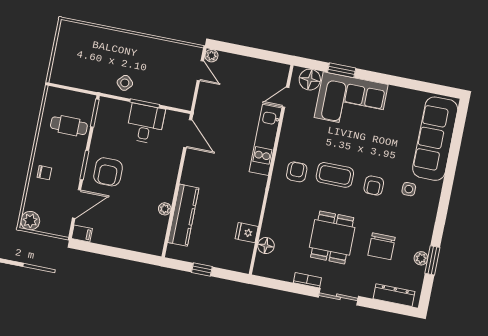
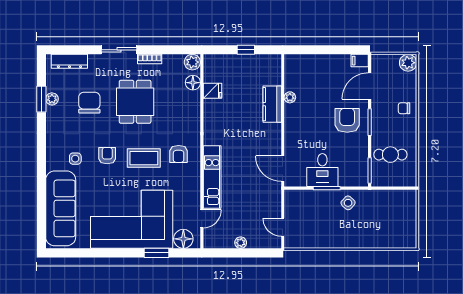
plant: (211, 56) -> (241, 243), moved
corner sofa: (351, 101) -> (132, 219), width x1.36, depth x1.36
kitchen counter: (183, 215) -> (272, 104), width x0.67
plant: (262, 268) -> (192, 62), added

